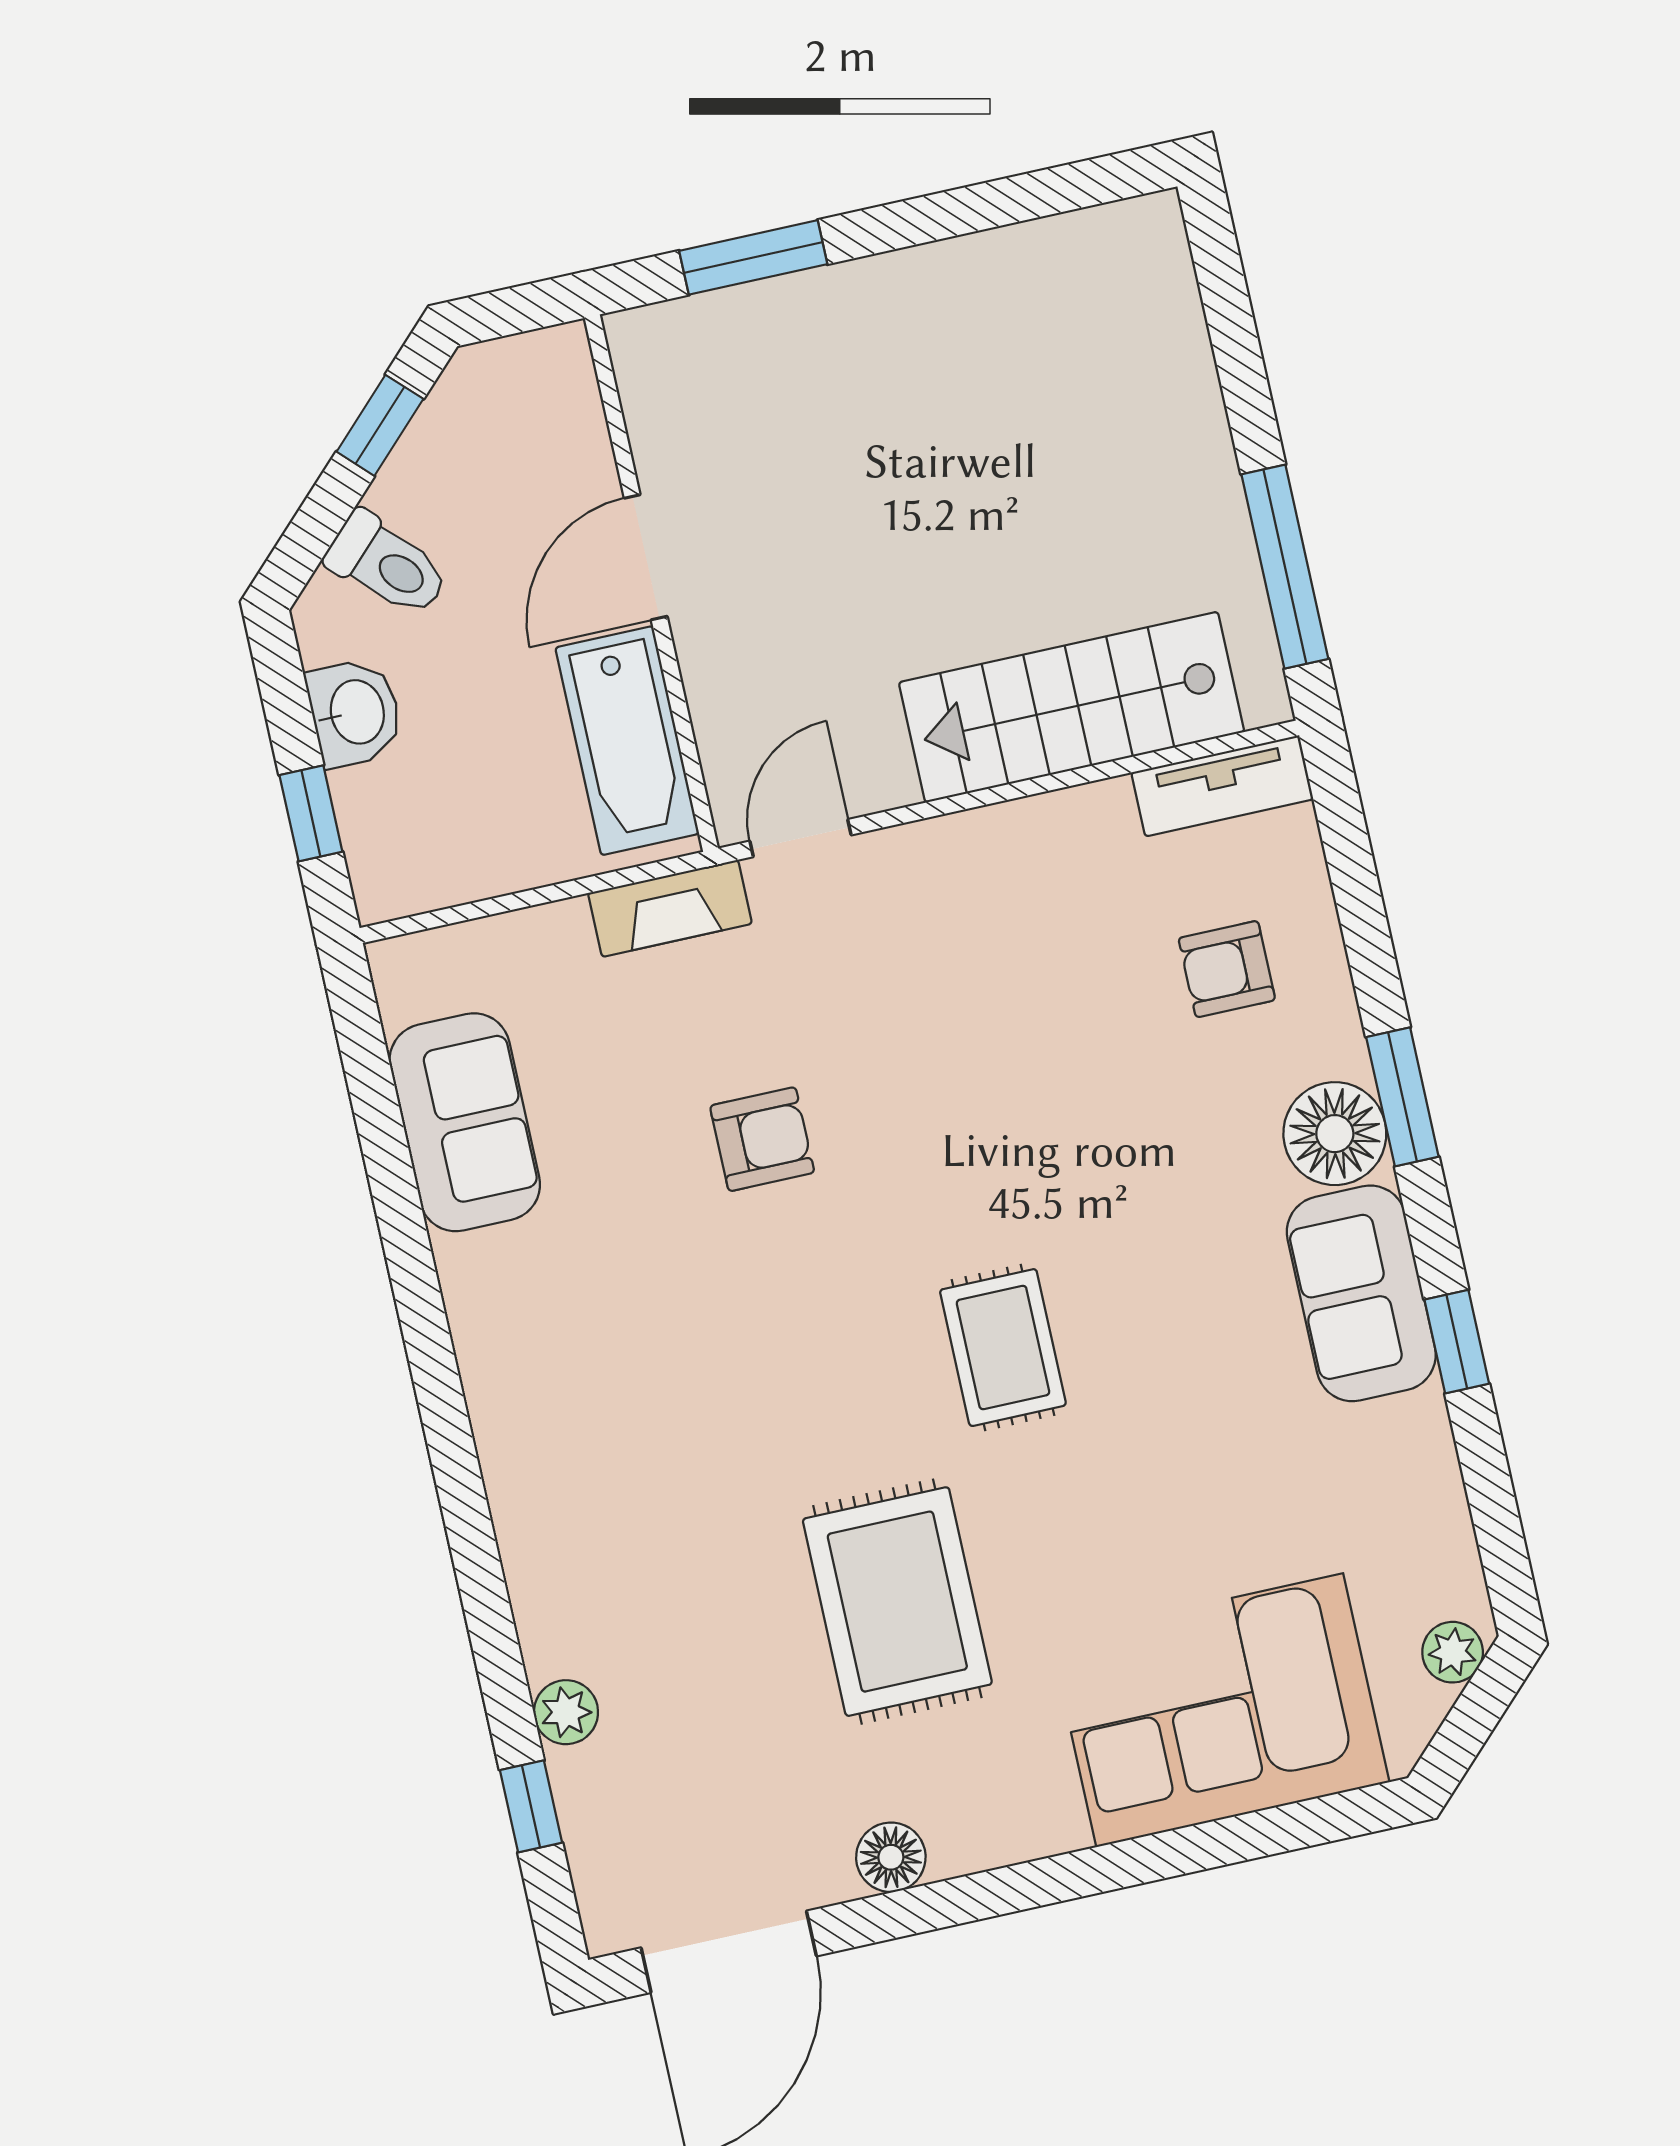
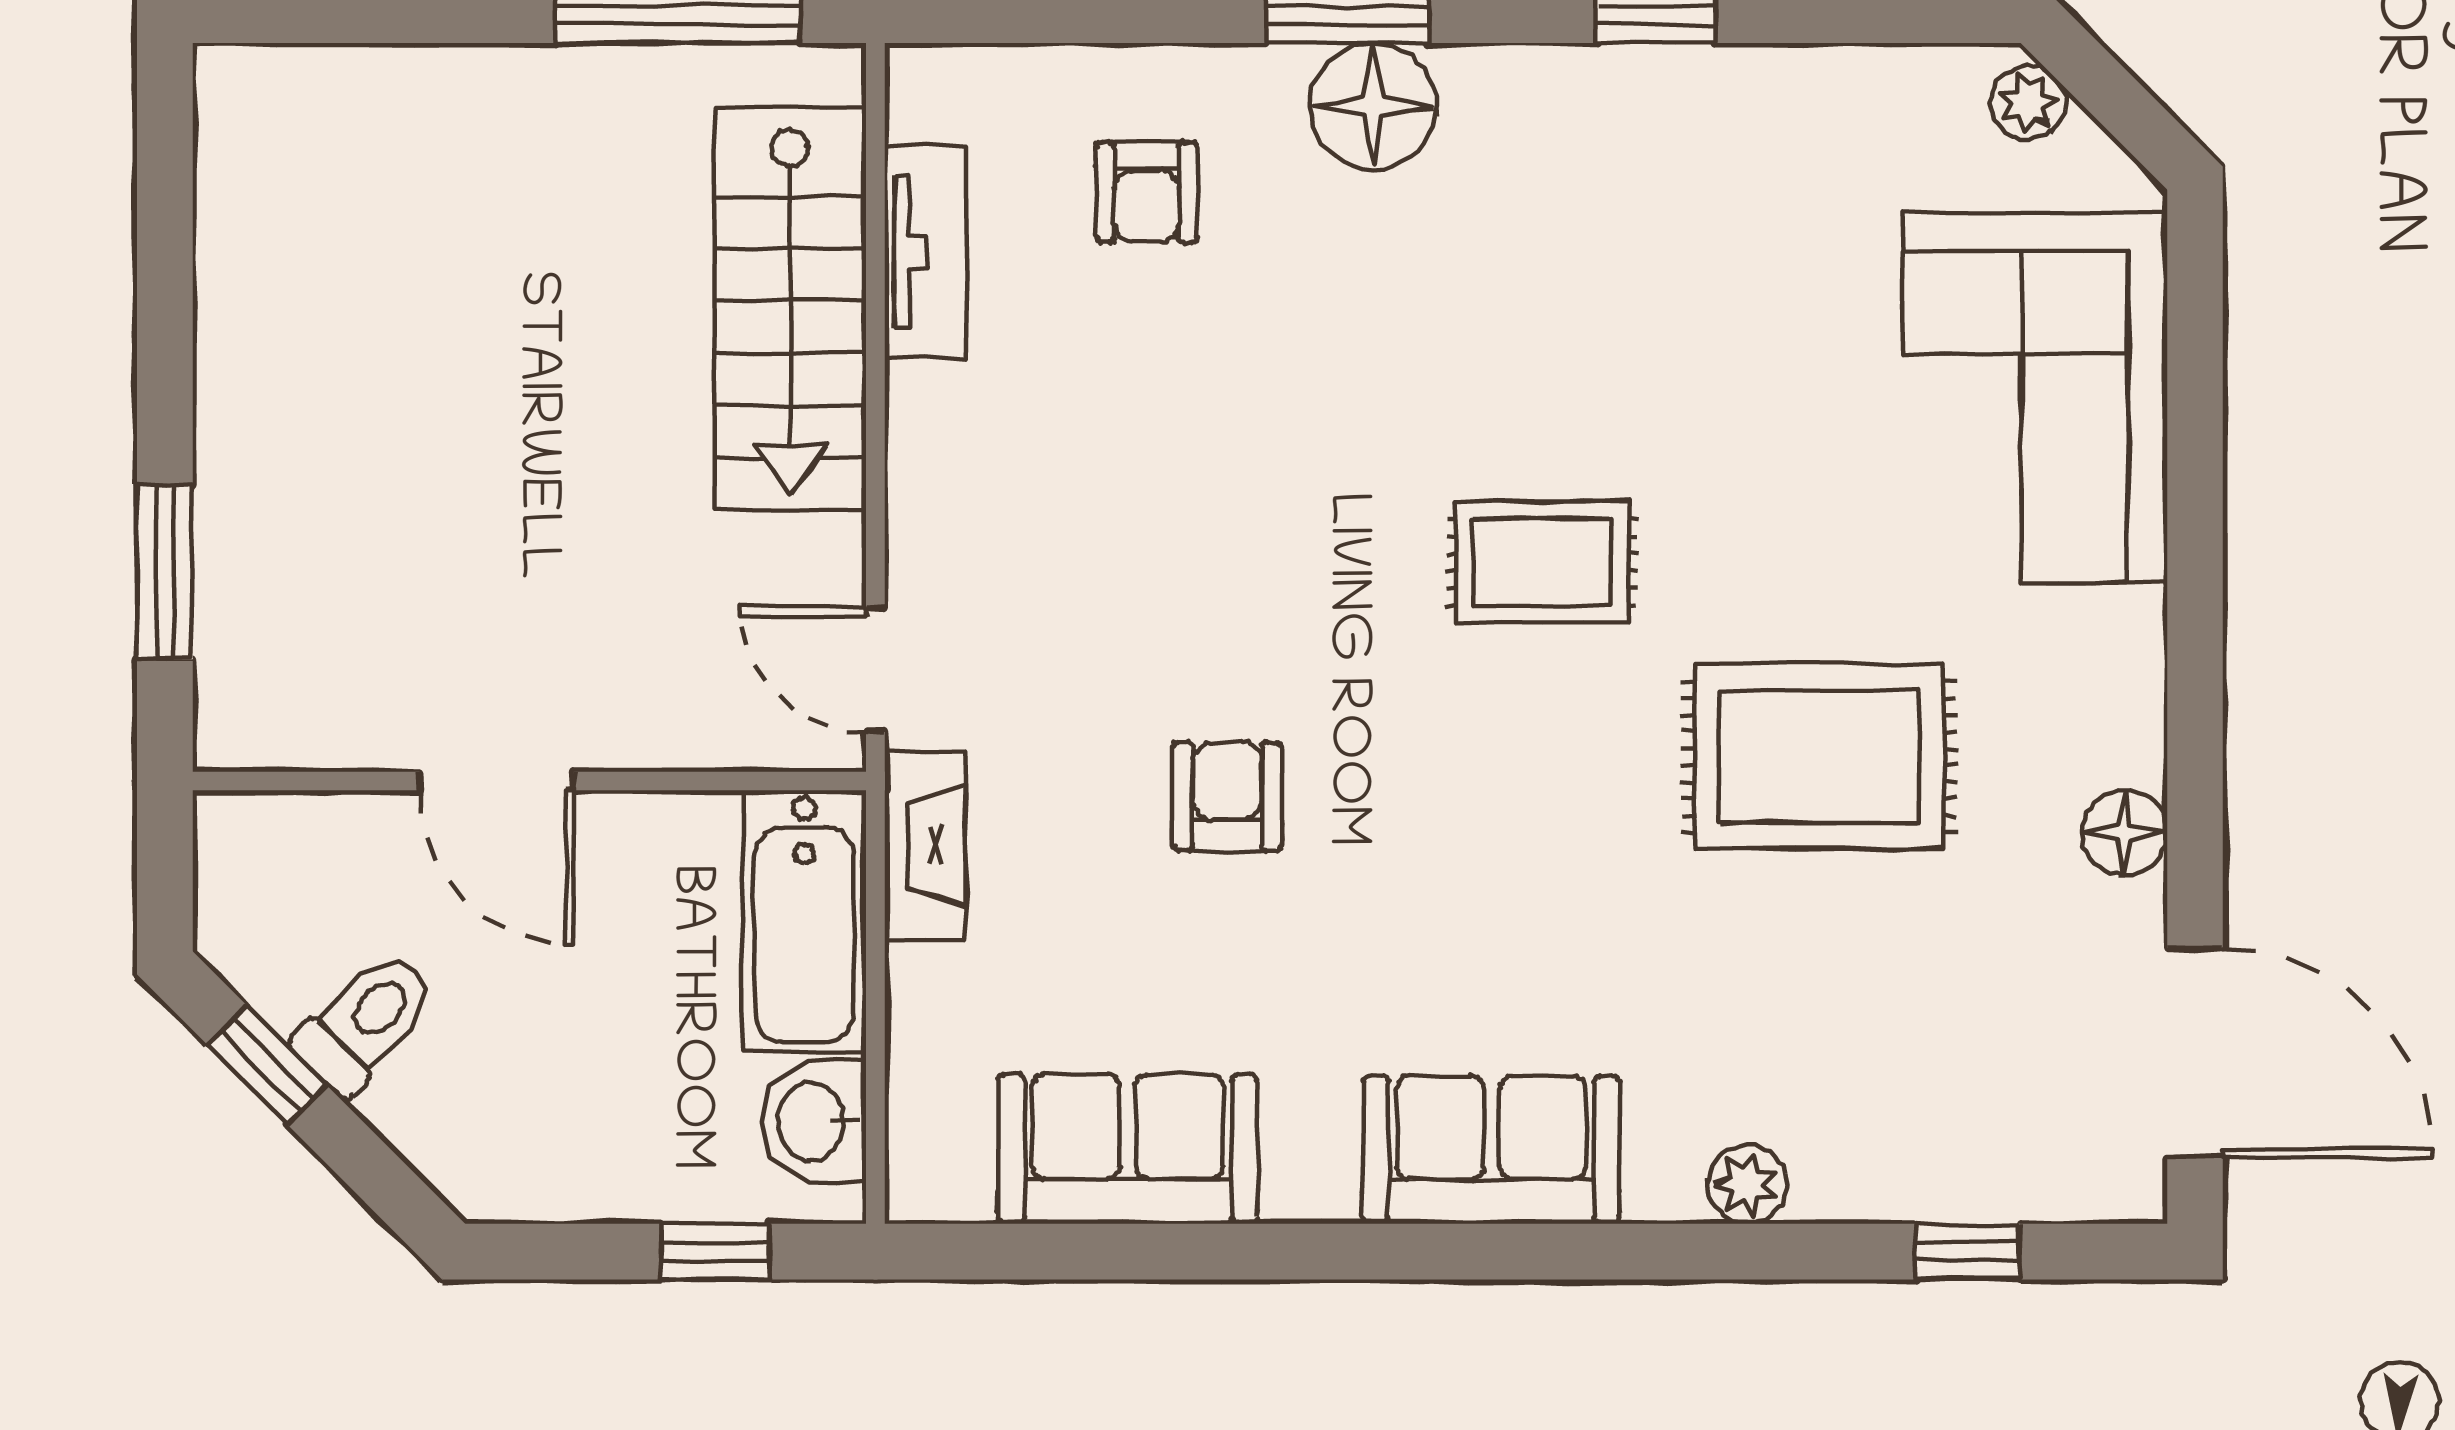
toilet: (387, 565) -> (366, 1022), moved
washbasin: (355, 712) -> (814, 1121), moved, turned -90
bathtub: (627, 741) -> (804, 921), moved, turned 90
tv unit: (1222, 786) -> (925, 252), moved
sofa: (1361, 1293) -> (1491, 1150), moved, turned 180
plant: (566, 1712) -> (1747, 1184), moved

